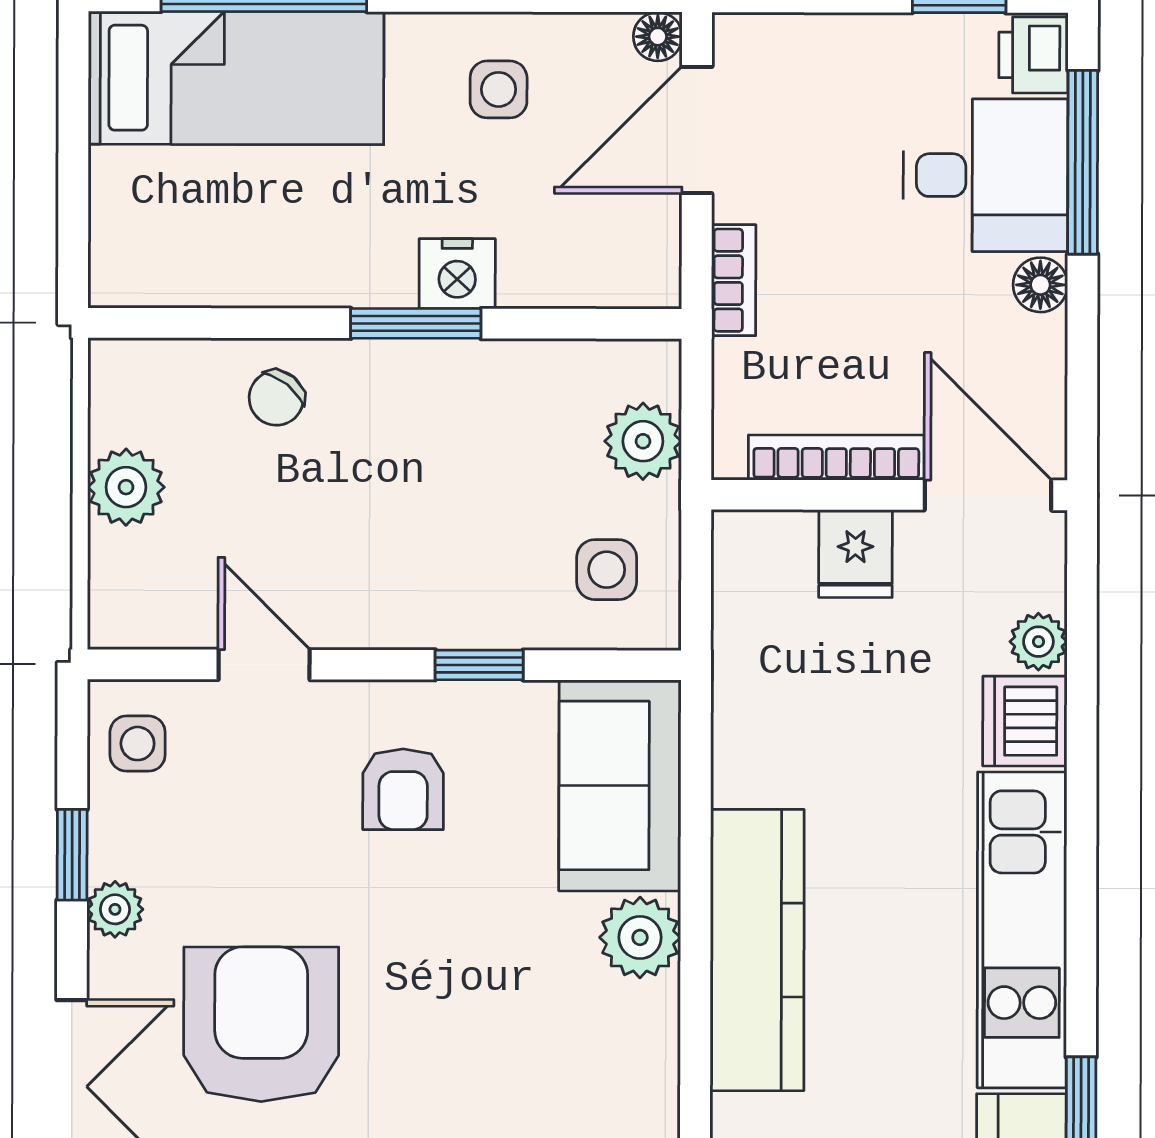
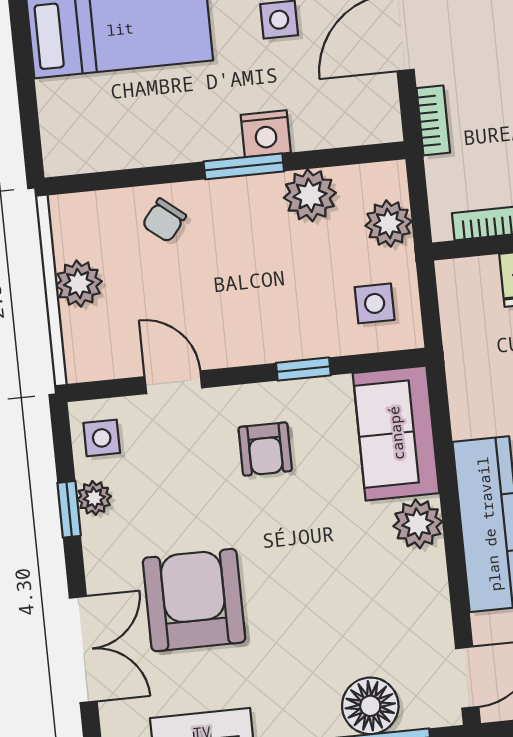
plant: (519, 382) -> (310, 195), added
plant: (115, 909) -> (94, 498), moved

